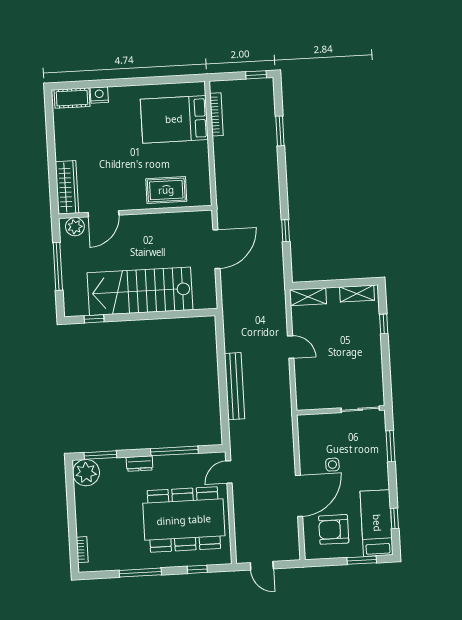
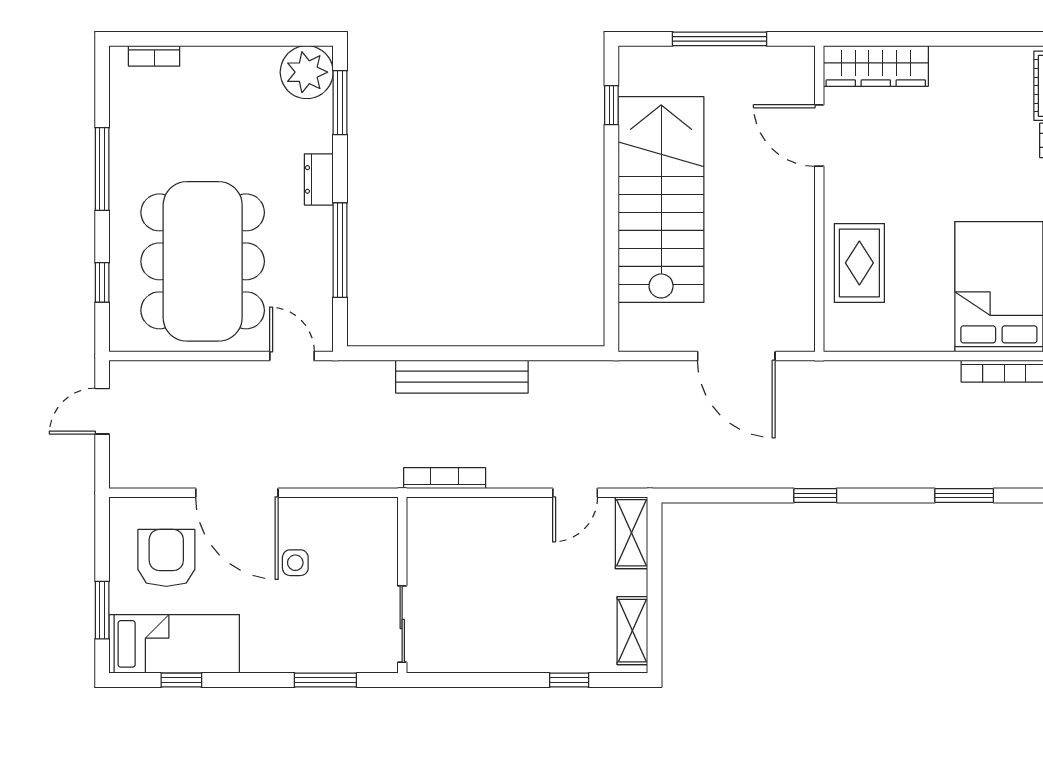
plant: (75, 227) -> (797, 77), removed
window: (286, 231) -> (815, 496), moved
door: (291, 347) -> (575, 493), moved
bookcase: (286, 392) -> (445, 478), added

